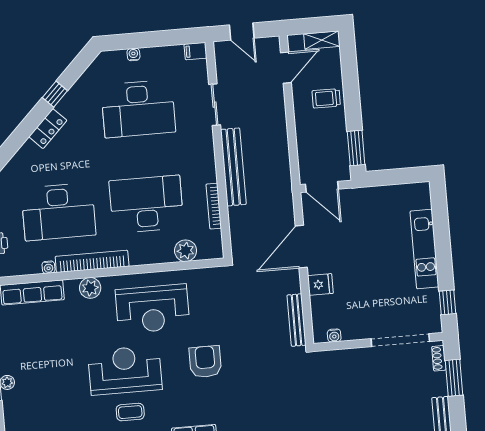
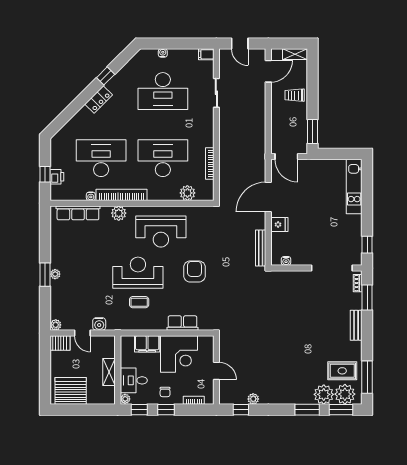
bench: (233, 167) -> (226, 137), removed
desk: (58, 212) -> (101, 158), turned 180
kitchen unit: (424, 249) -> (354, 186), moved

